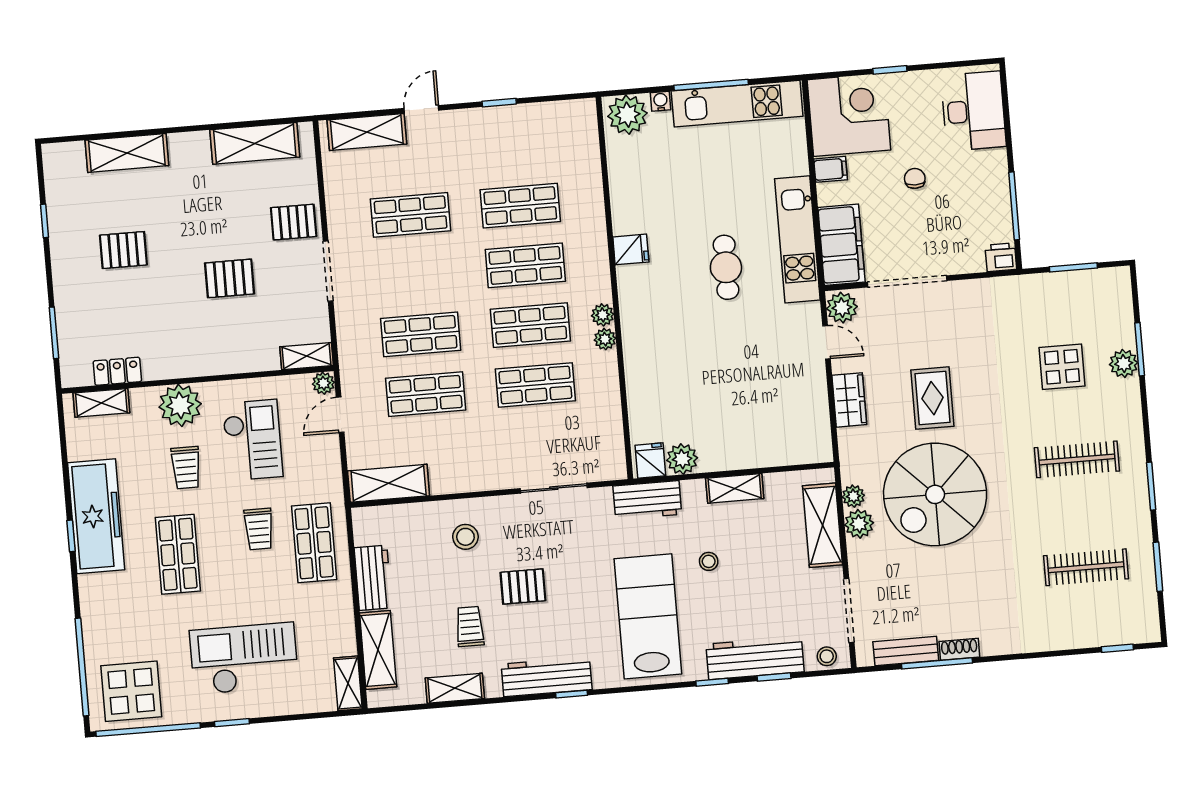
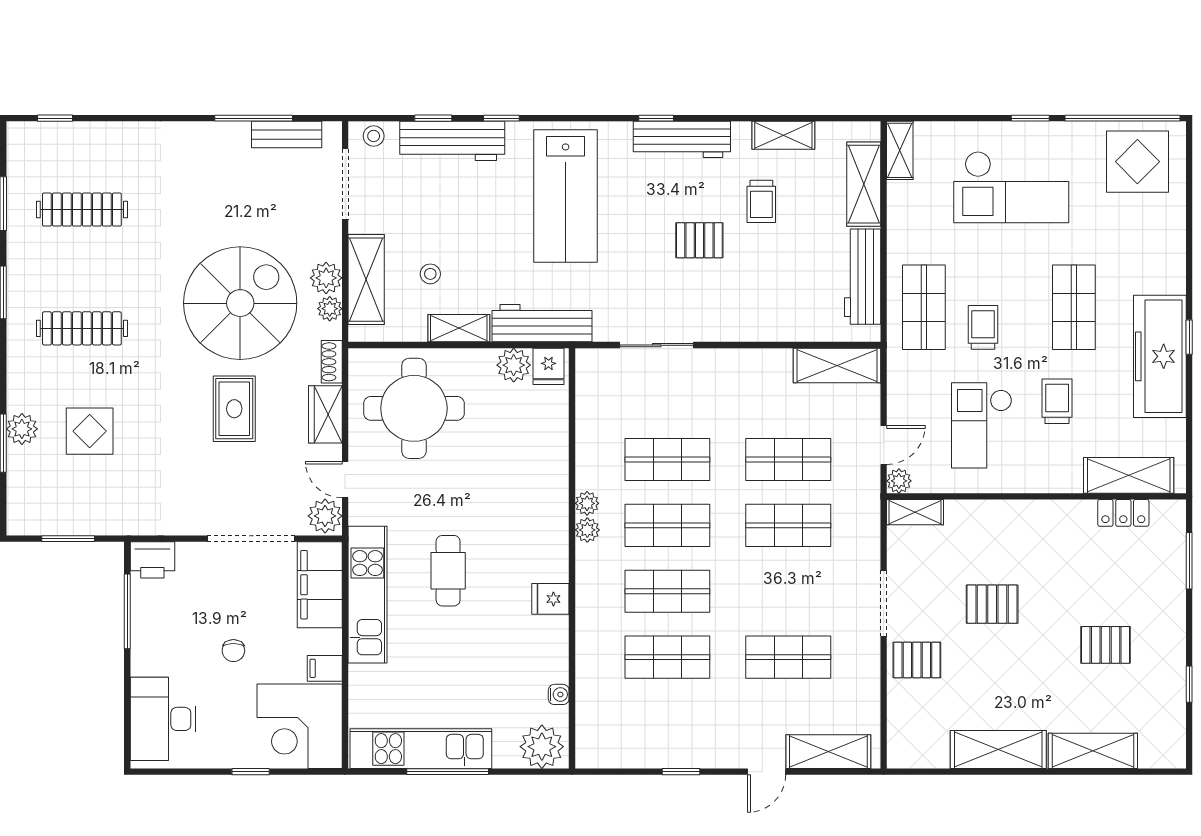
water cooler: (661, 101) -> (559, 694), moved, turned -90
shelving: (255, 143) -> (998, 749), moved
printer: (1001, 257) -> (152, 560), width x1.36, depth x1.24
shelving: (101, 403) -> (1129, 475), width x1.50, depth x1.33
plant: (180, 405) -> (1058, 470), removed
round table: (769, 412) -> (414, 408), added
workbench: (647, 500) -> (542, 323), width x1.37
stool: (465, 537) -> (758, 300), removed
stool: (709, 561) -> (430, 274), moved
workbench: (373, 578) -> (863, 277), width x1.38
shoe rack: (959, 649) -> (332, 362), moved, turned 90
window: (82, 667) -> (1189, 193), removed

